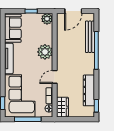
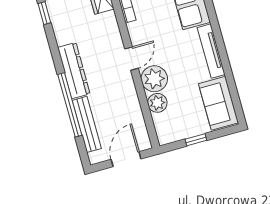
plant: (47, 19) -> (157, 103), moved
door: (55, 77) -> (131, 59), moved
dresser: (89, 90) -> (74, 71), moved

